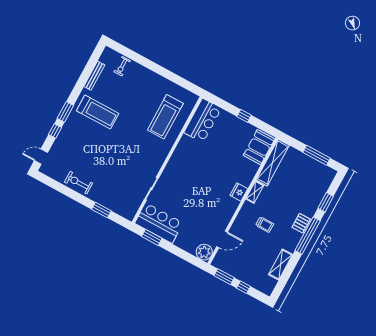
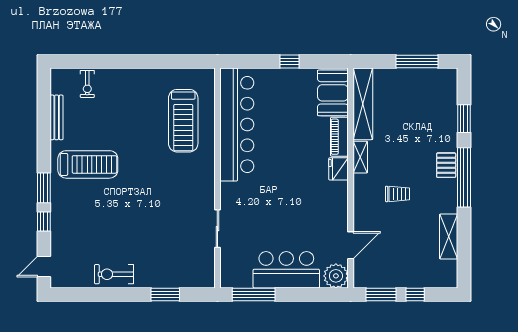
bar counter: (203, 121) -> (237, 124), width x1.86
piano: (249, 174) -> (339, 137), added
bar counter: (159, 223) -> (286, 270), moved
window: (152, 237) -> (254, 295), width x1.44

